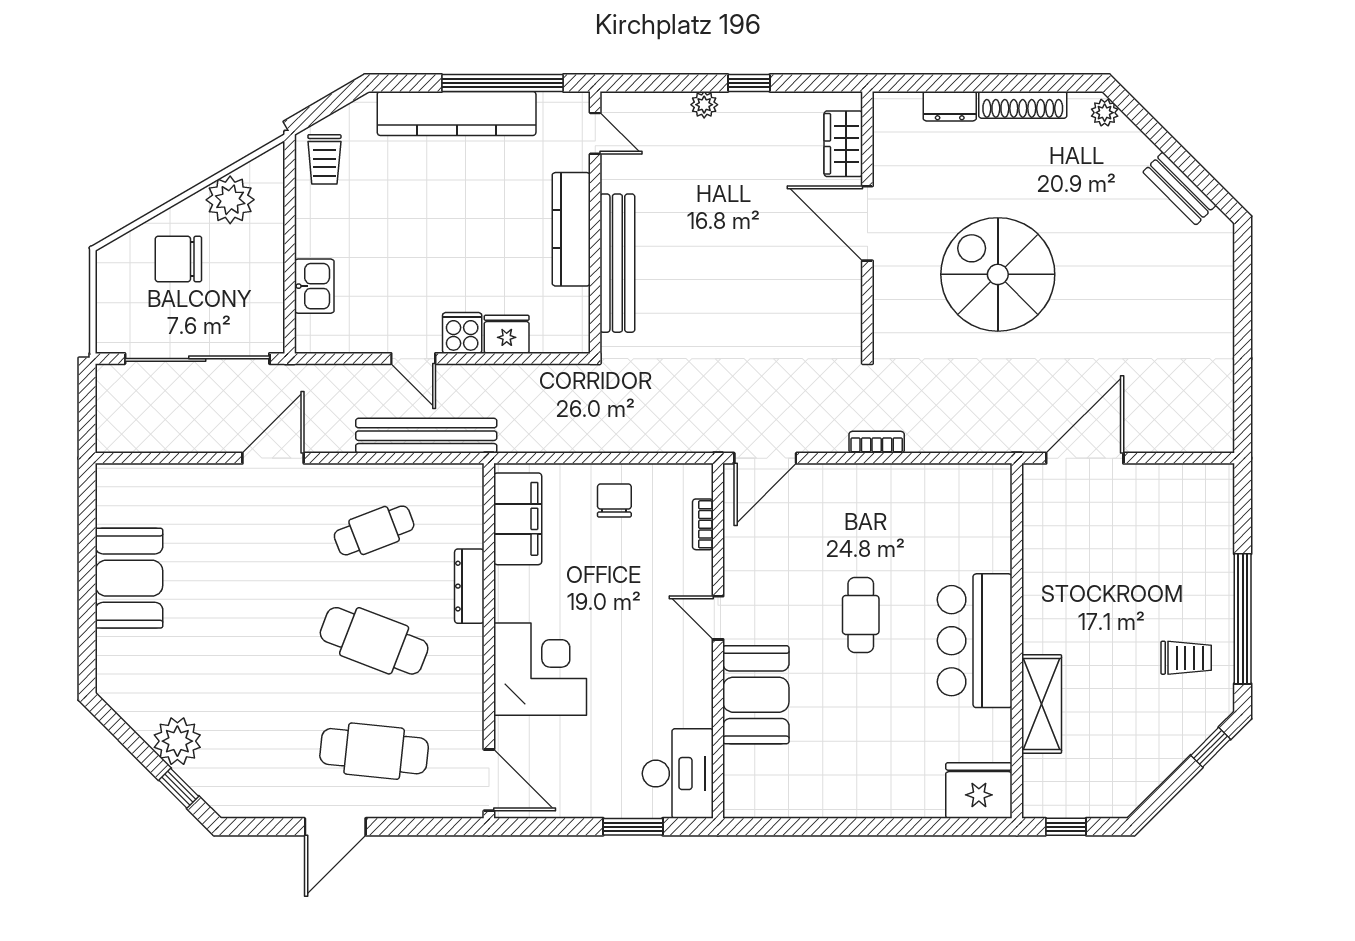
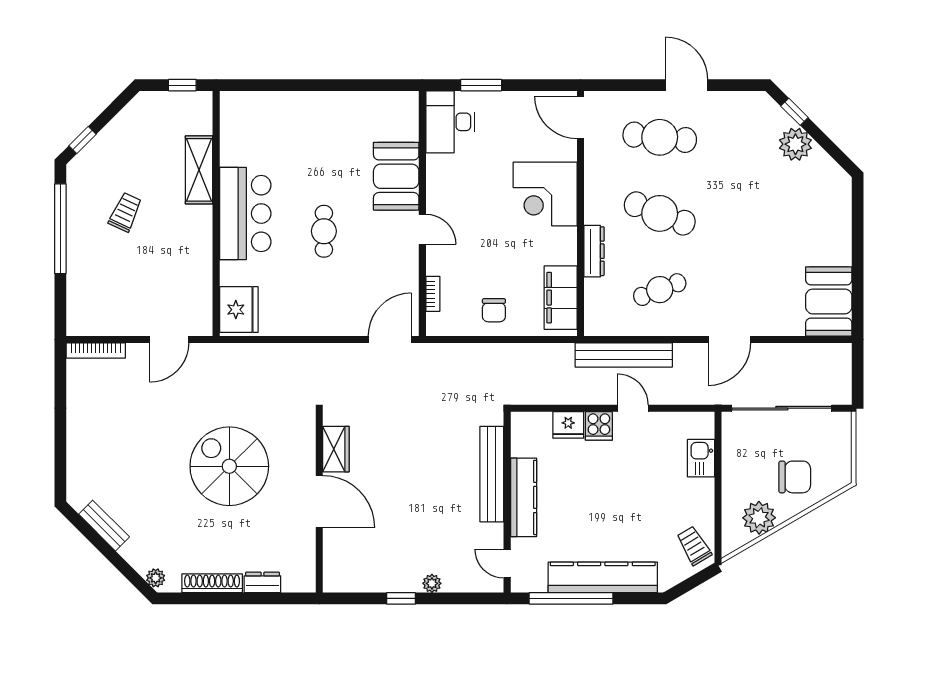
wardrobe: (843, 144) -> (336, 449), moved
trolley: (324, 159) -> (694, 546), turned -31
spiral stairs: (998, 274) -> (229, 466), turned 180
bookcase: (877, 442) -> (96, 350), moved, width x1.56
door: (1085, 458) -> (169, 339), width x0.73
booth: (129, 578) -> (829, 301), moved
trolley: (1186, 658) -> (125, 212), moved, turned 115
fridge: (979, 790) -> (239, 310), moved, turned -90
door: (335, 827) -> (687, 85), hinge flipped

